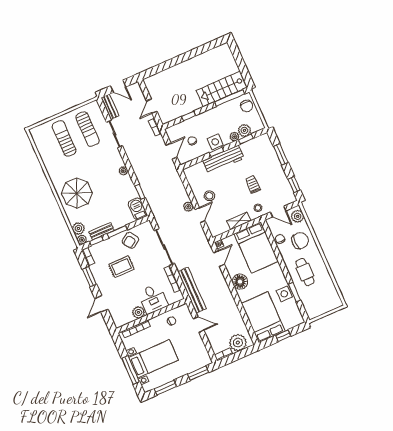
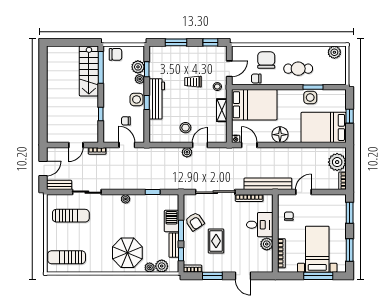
door: (152, 106) -> (76, 145), hinge flipped
sun lounger: (64, 138) -> (67, 257), moved
barbecue: (138, 209) -> (172, 221), moved, turned 90
door: (200, 215) -> (200, 145), hinge flipped
plant: (298, 216) -> (334, 52), moved
plant: (82, 240) -> (150, 267), moved

